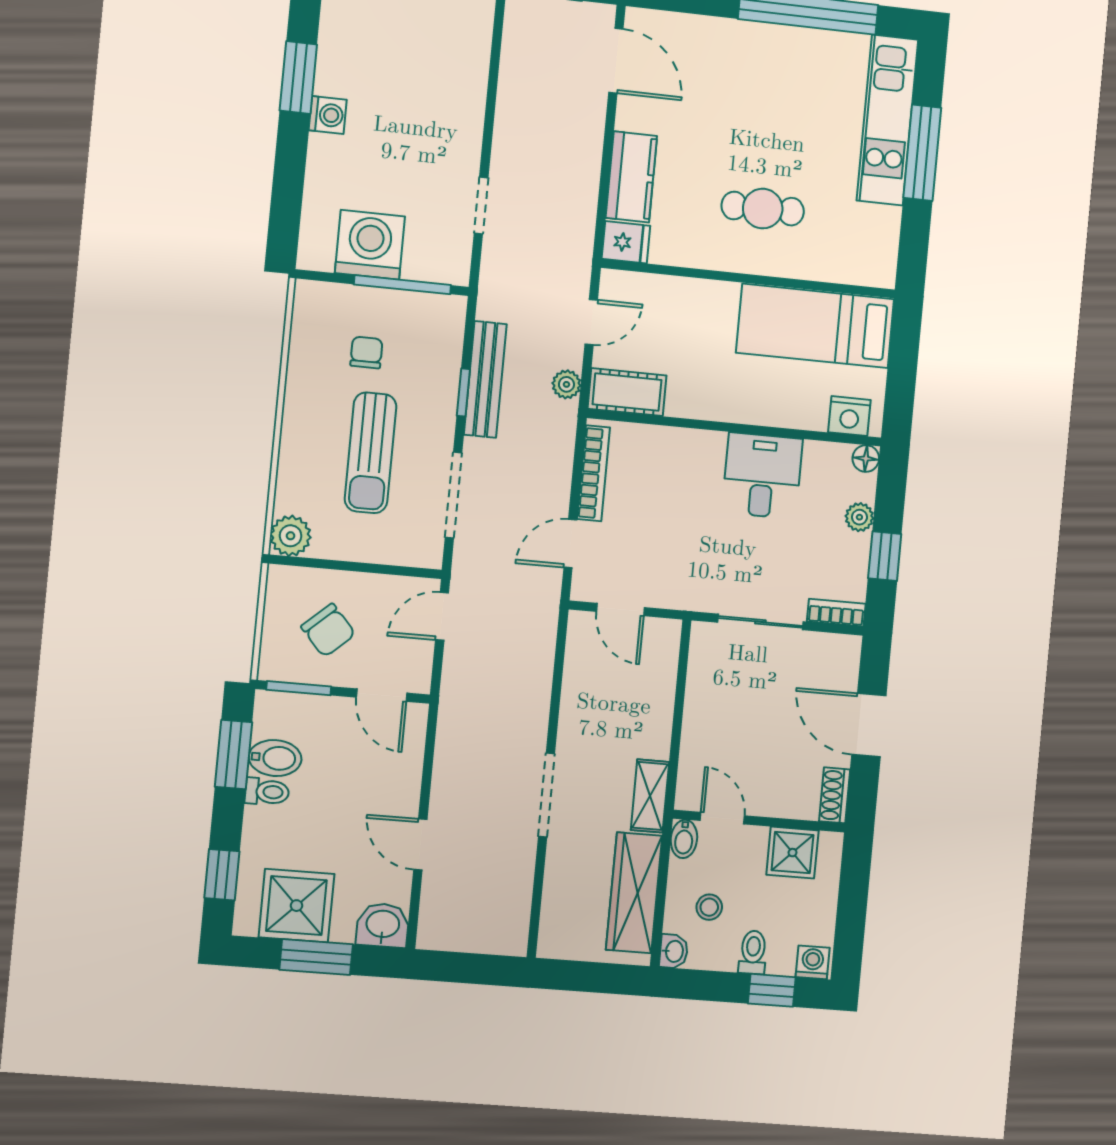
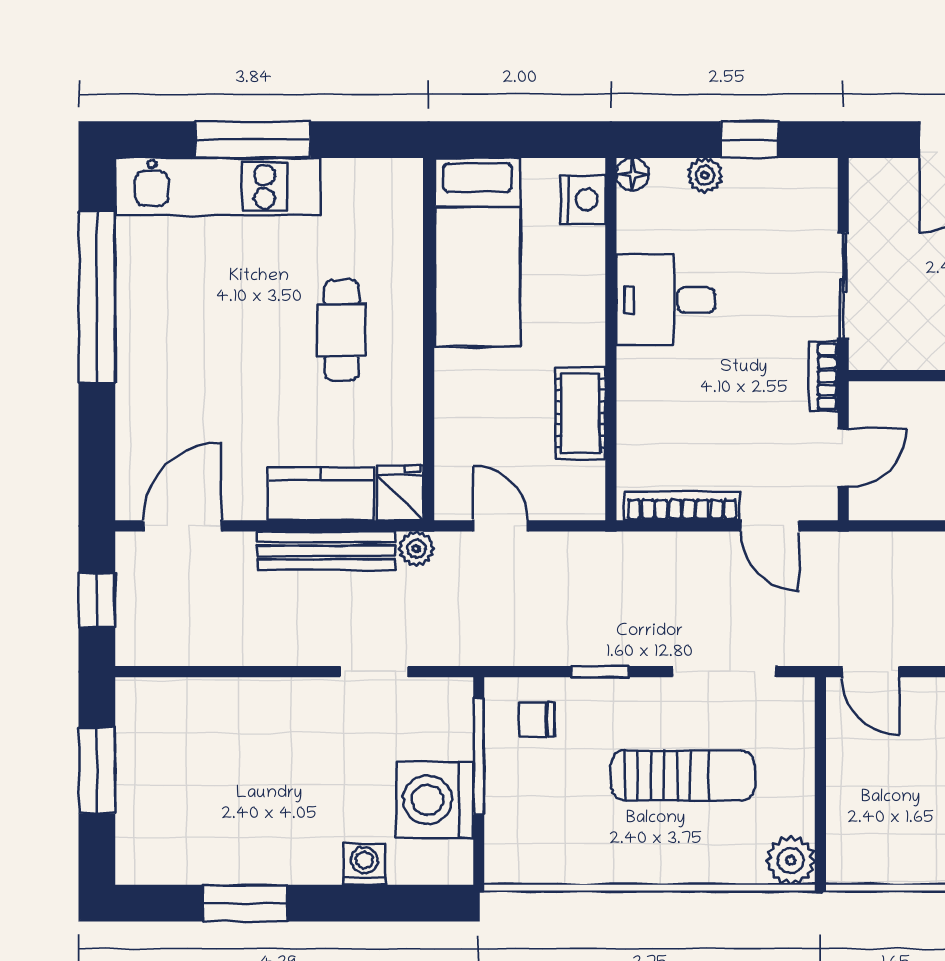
washing machine: (328, 115) -> (364, 864), moved
chair: (366, 352) -> (537, 719), moved
bench: (485, 379) -> (326, 551), moved
plant: (566, 384) -> (416, 549), moved
cot: (627, 392) -> (580, 413), moved
bookcase: (836, 613) -> (824, 376), moved
chair: (328, 630) -> (899, 805), removed

